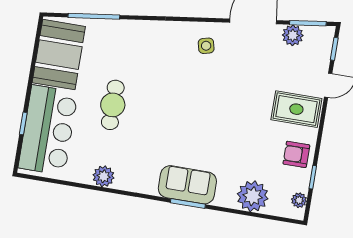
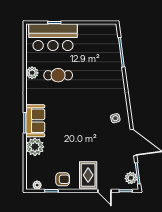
plant: (293, 35) -> (131, 178), moved
booth: (59, 55) -> (96, 36), removed
cafe table: (113, 105) -> (58, 75), moved
armchair: (296, 154) -> (63, 179), turned 90
plant: (253, 196) -> (35, 147), moved

